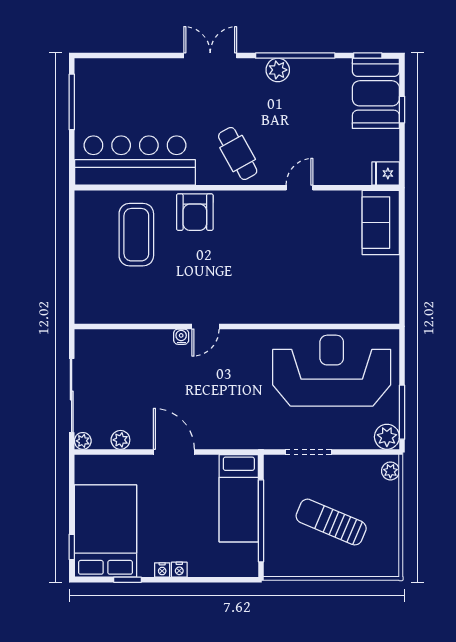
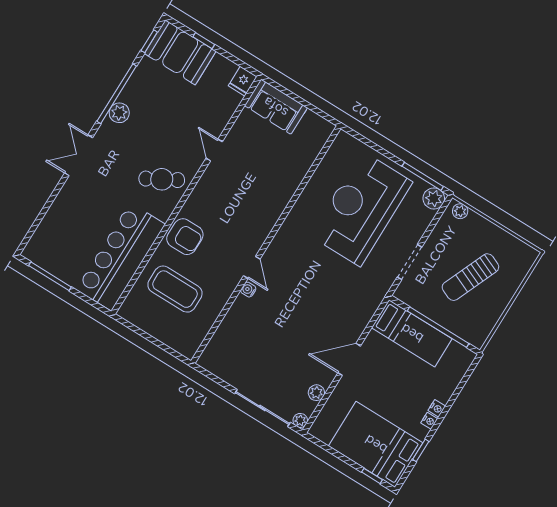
door: (205, 326) -> (252, 267), moved
wall: (237, 326) -> (266, 245), moved
water cooler: (181, 337) -> (248, 290), moved

